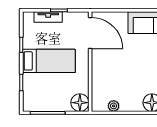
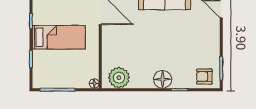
floor lamp: (80, 103) -> (94, 84), width x0.53, depth x0.53
plant: (114, 106) -> (119, 78), width x1.87, depth x1.87

